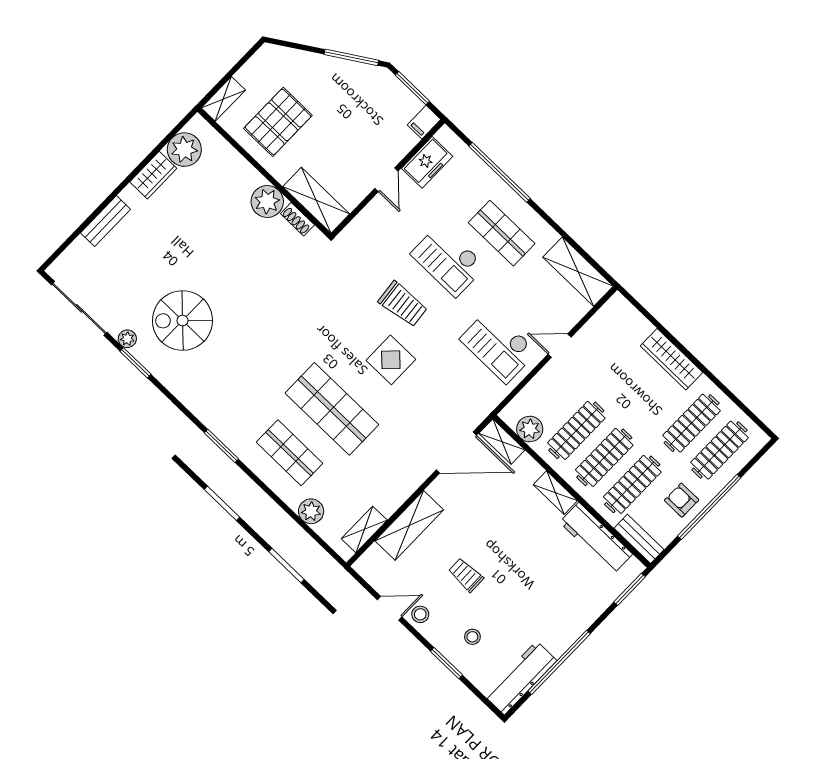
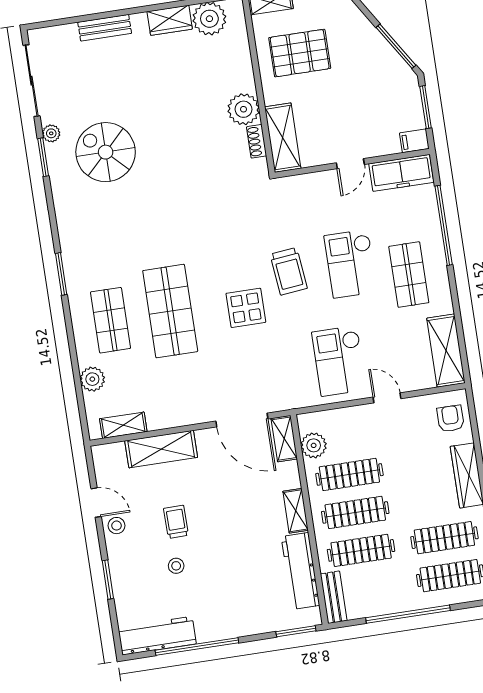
freezer: (427, 162) -> (401, 173), width x1.40
armchair: (682, 500) -> (450, 418), moved
stool: (472, 637) -> (176, 566), moved

